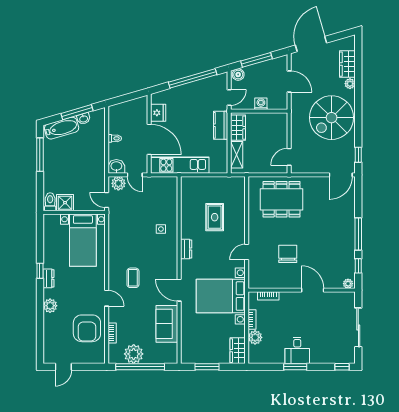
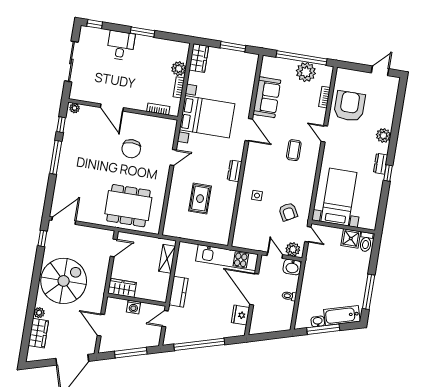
boiler: (238, 75) -> (152, 341), removed
wardrobe: (238, 128) -> (122, 288), moved, turned 90
armchair: (129, 218) -> (288, 212), added
desk: (297, 350) -> (121, 45), moved

